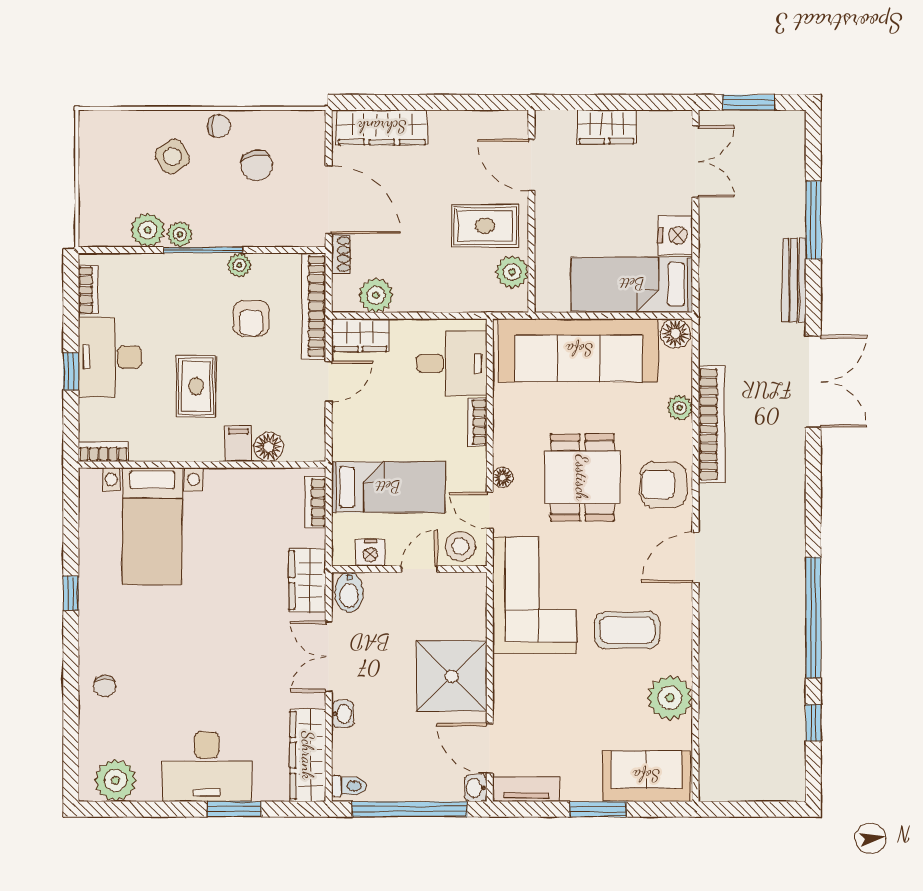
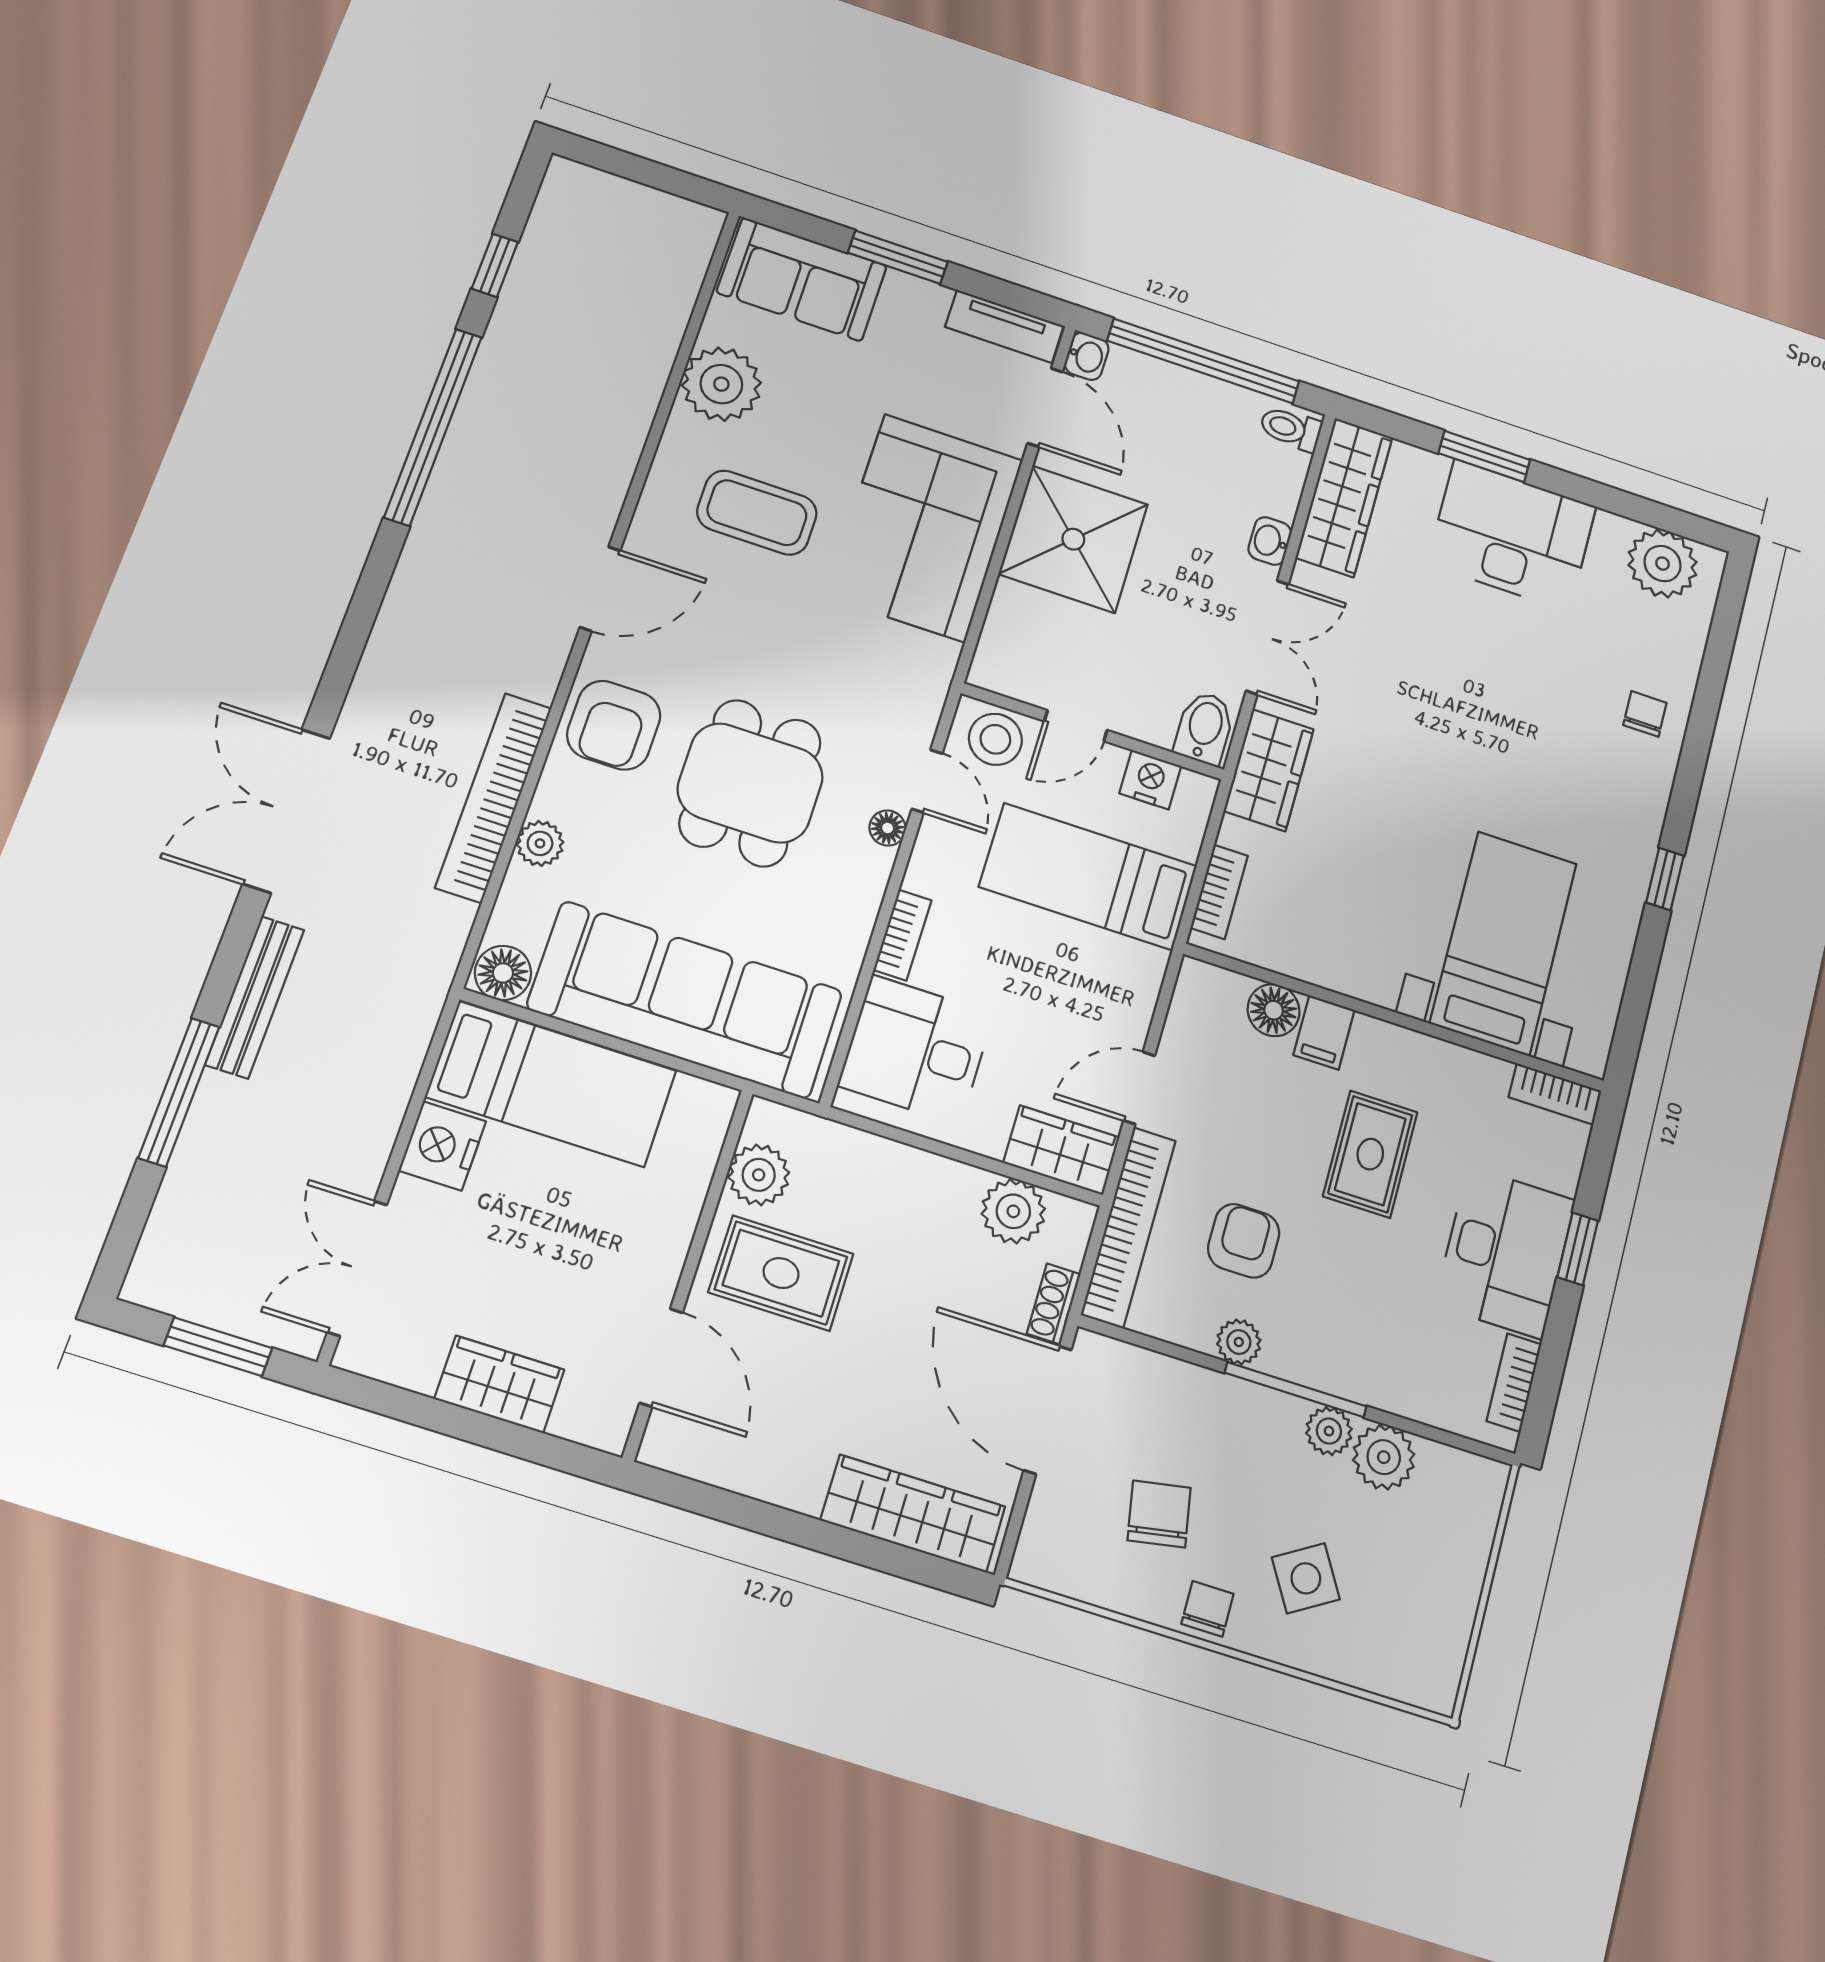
chair: (219, 126) -> (1207, 1609), turned 90
armchair: (663, 485) -> (614, 725), turned 90
corner sofa: (534, 595) -> (925, 528), moved

